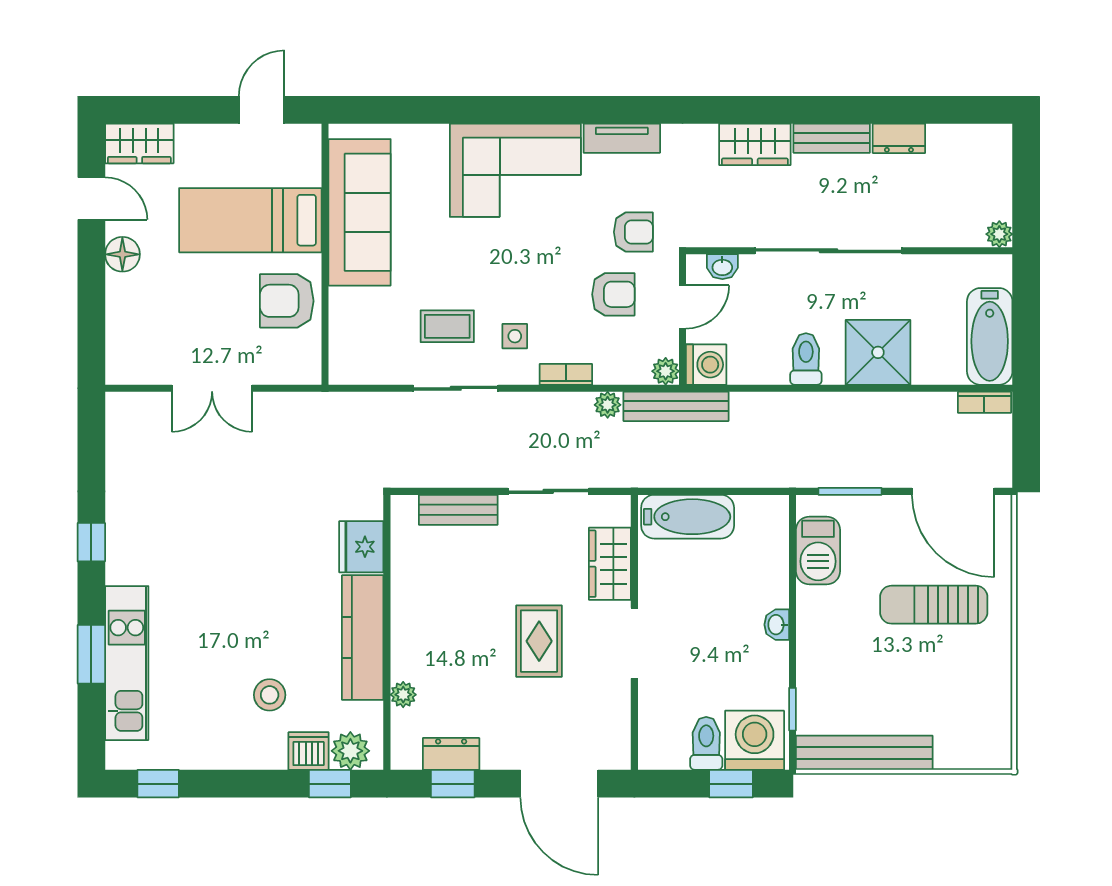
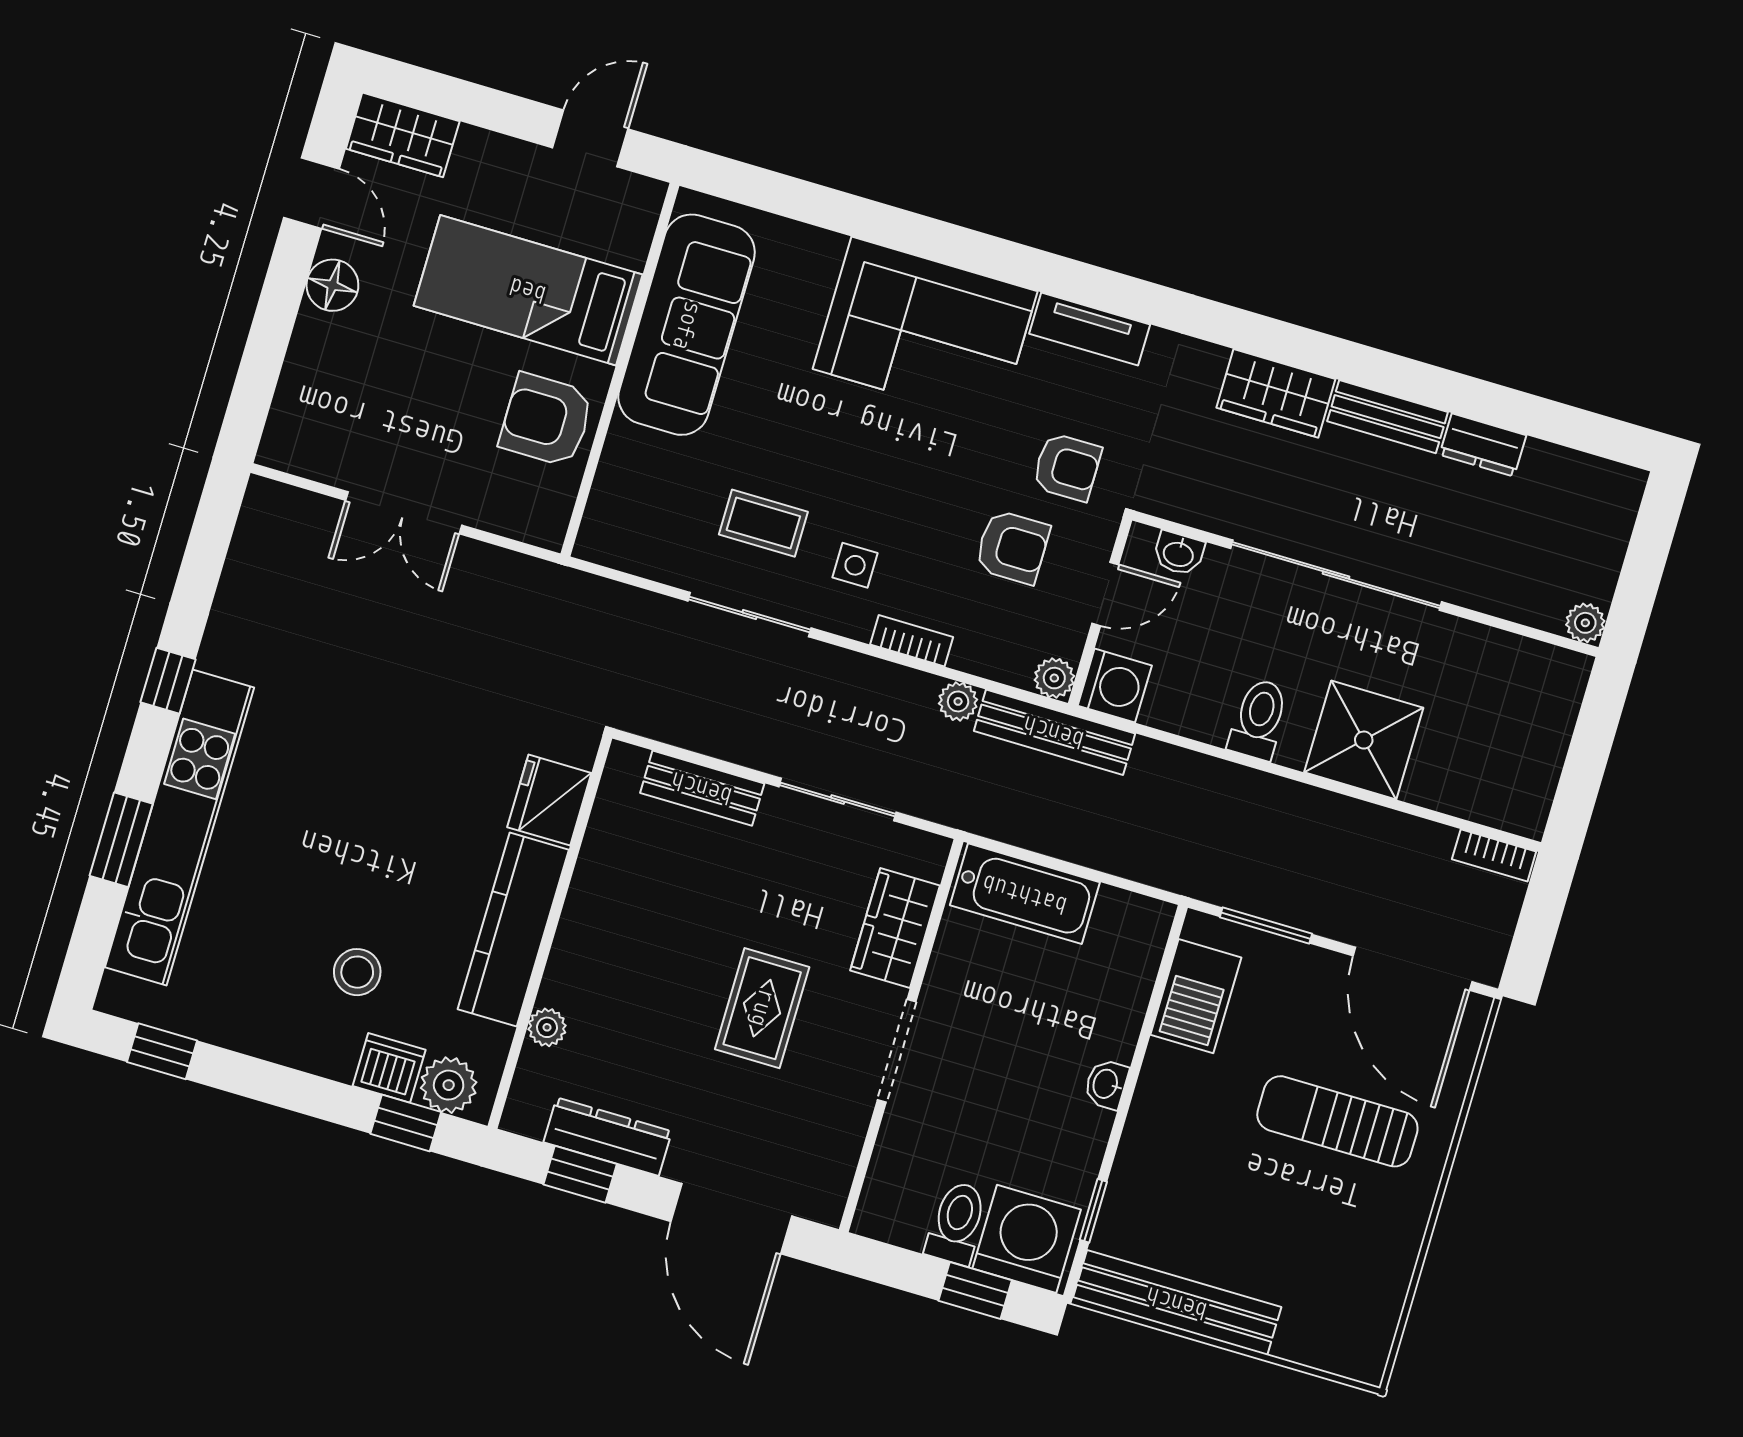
bathtub: (990, 336) -> (1529, 764), removed
kitchen unit: (127, 663) -> (180, 827), width x1.36
dresser: (451, 754) -> (608, 1137), width x1.44

